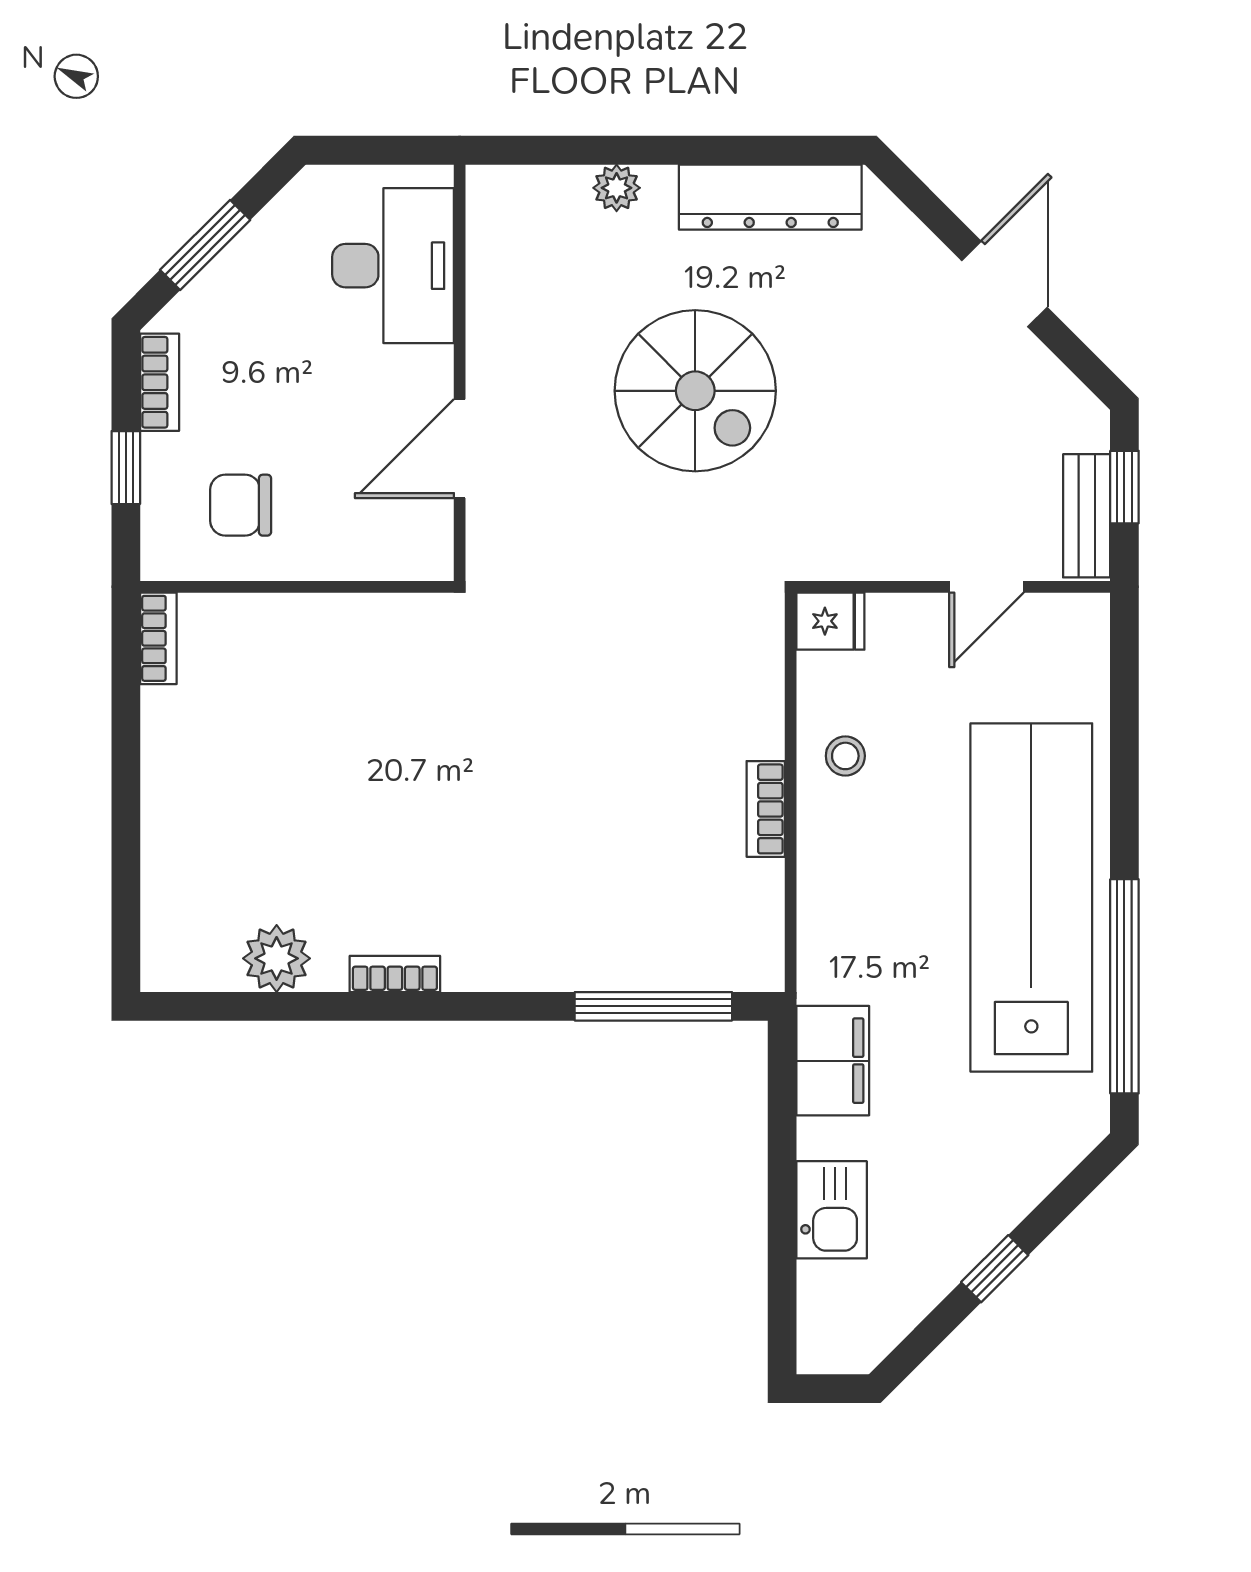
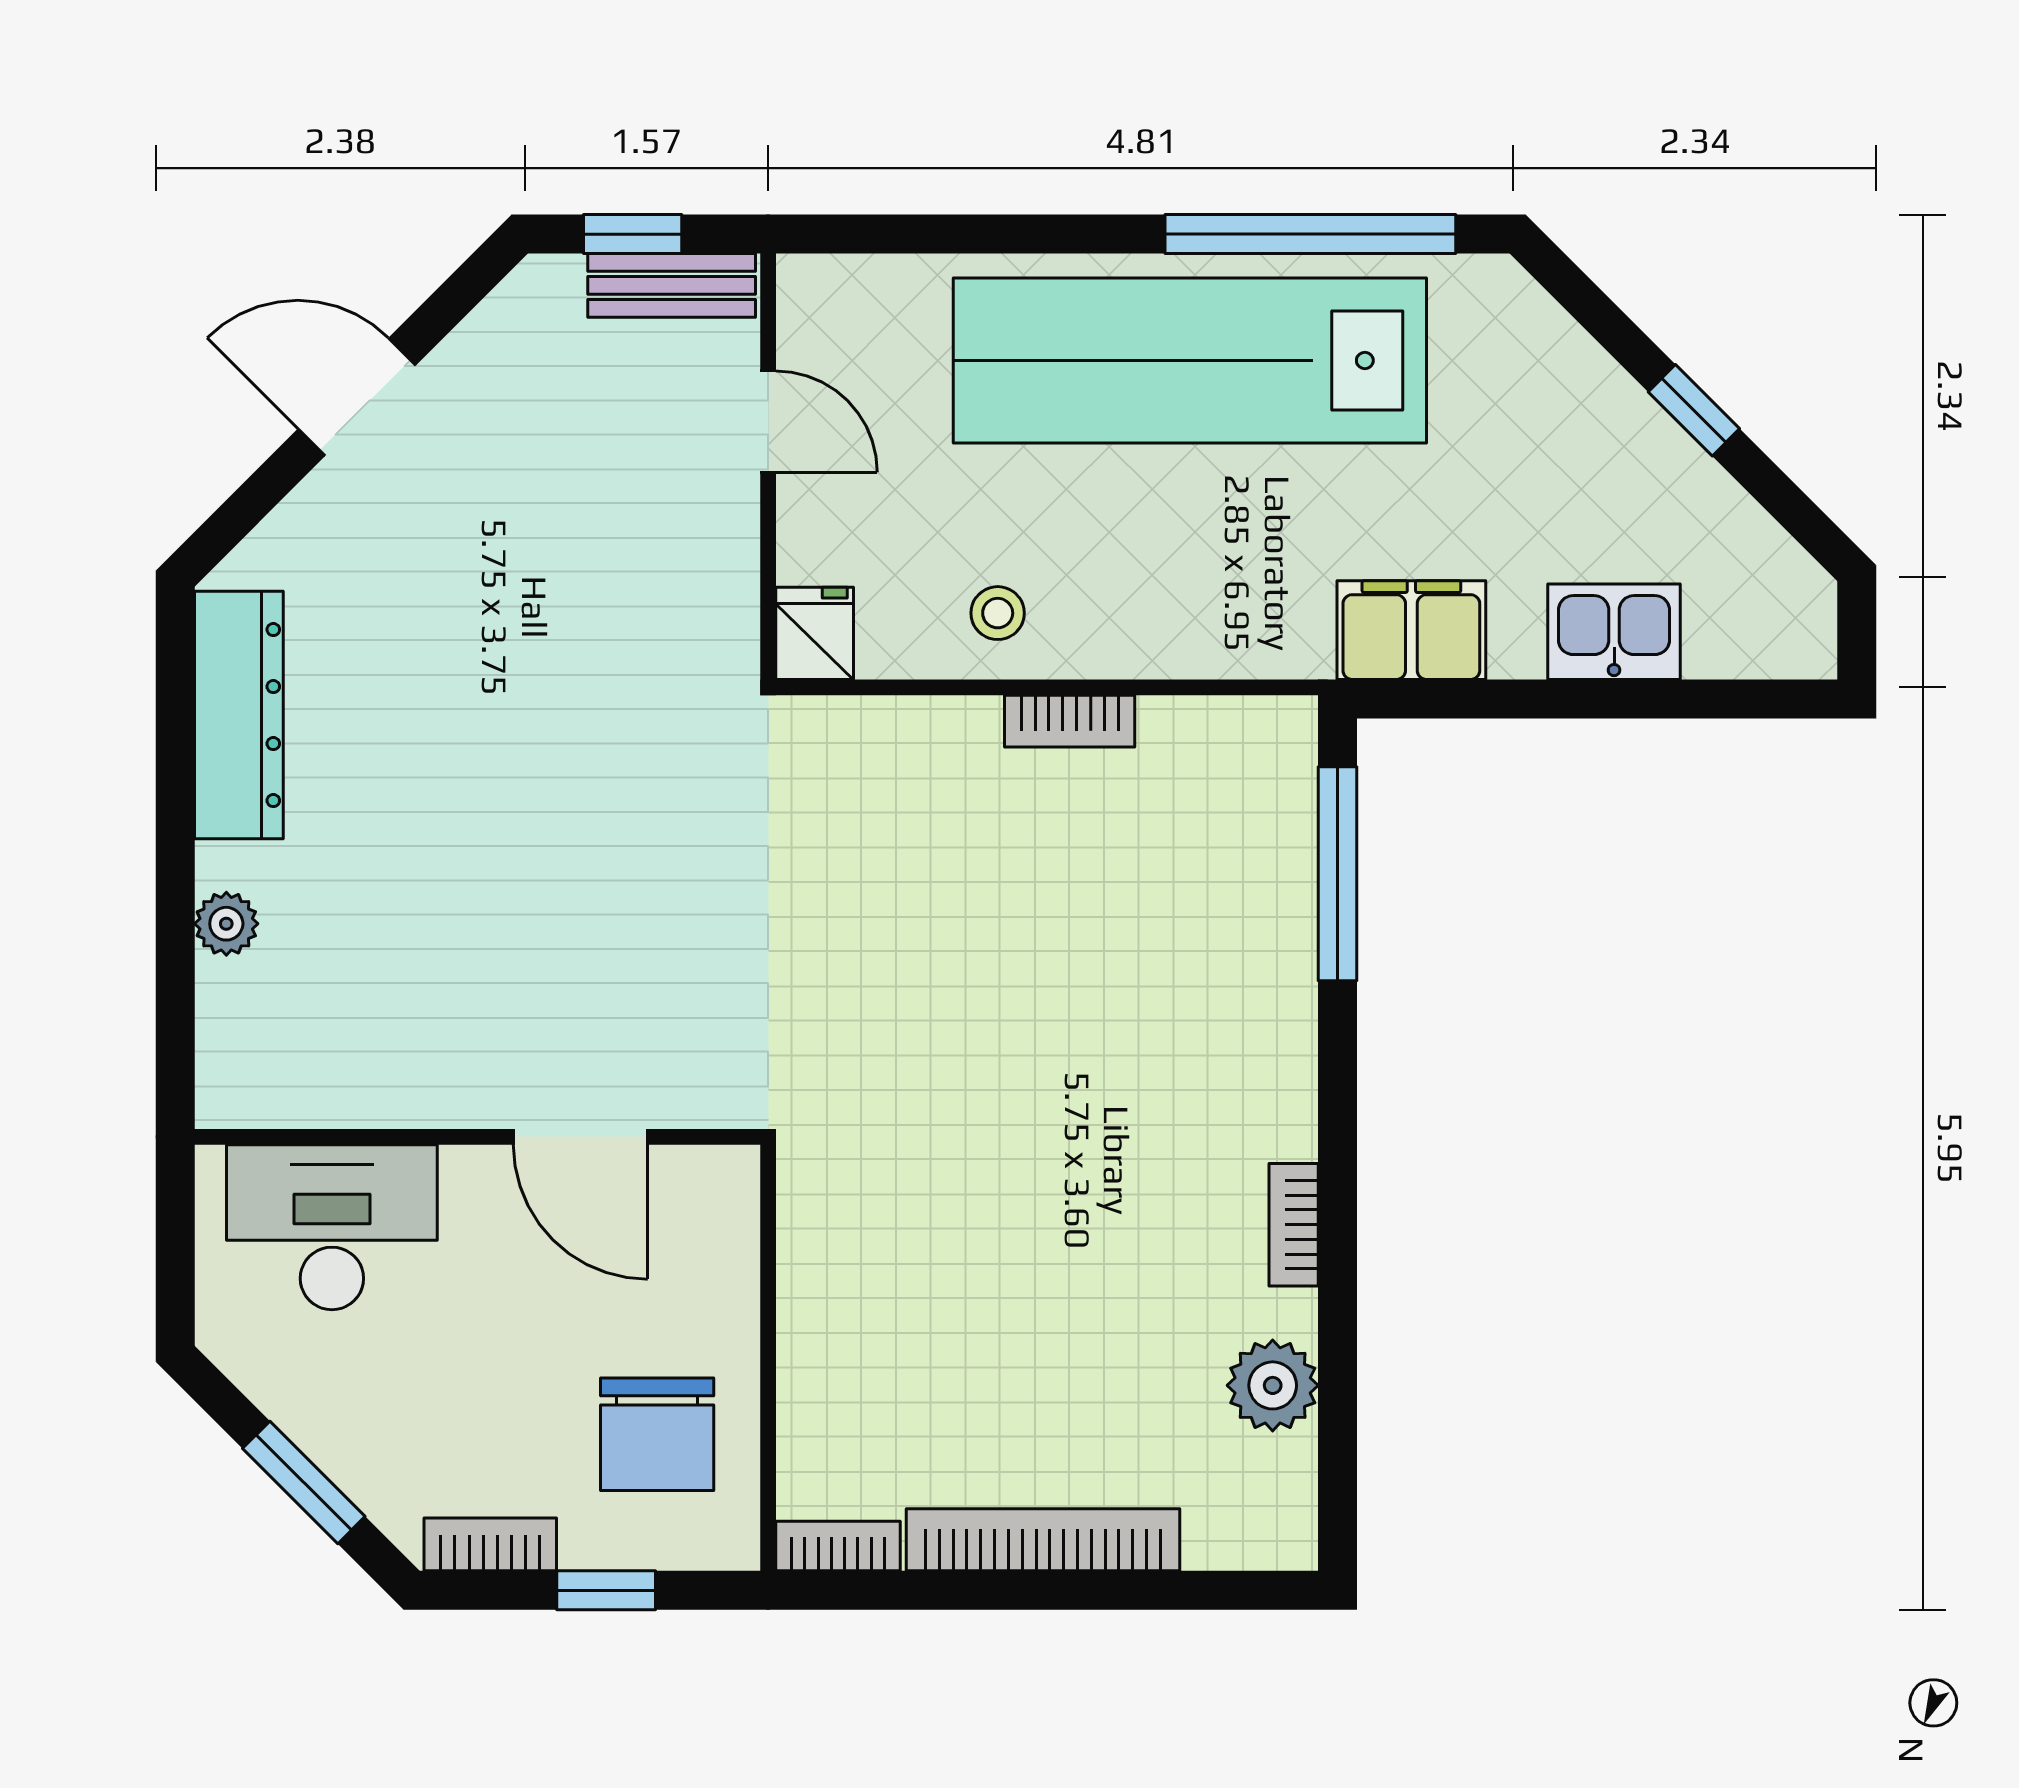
spiral stairs: (695, 391) -> (502, 817), removed
chair: (241, 505) -> (657, 1434), width x1.37, depth x1.37
bookcase: (163, 789) -> (1043, 1540), added

